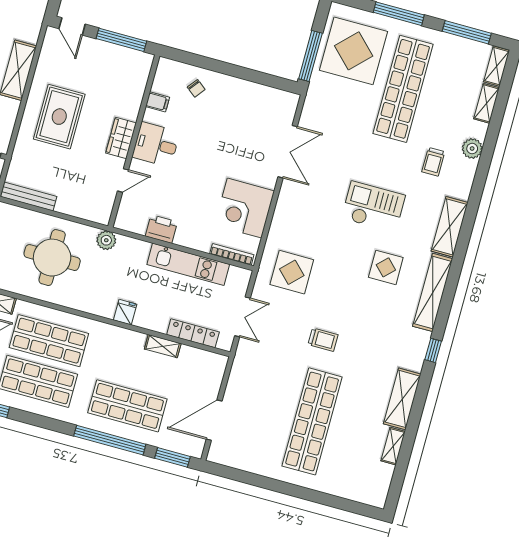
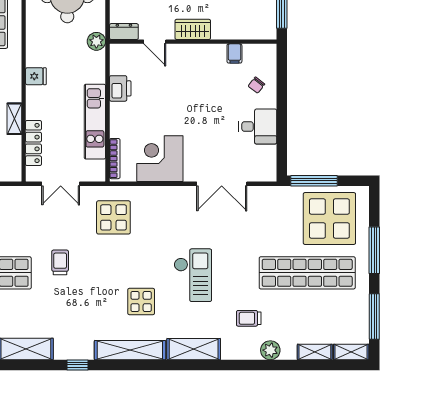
desk: (156, 144) -> (258, 127), moved, turned 90
dresser: (104, 209) -> (124, 32), added
trolley: (323, 340) -> (60, 262), turned 180

